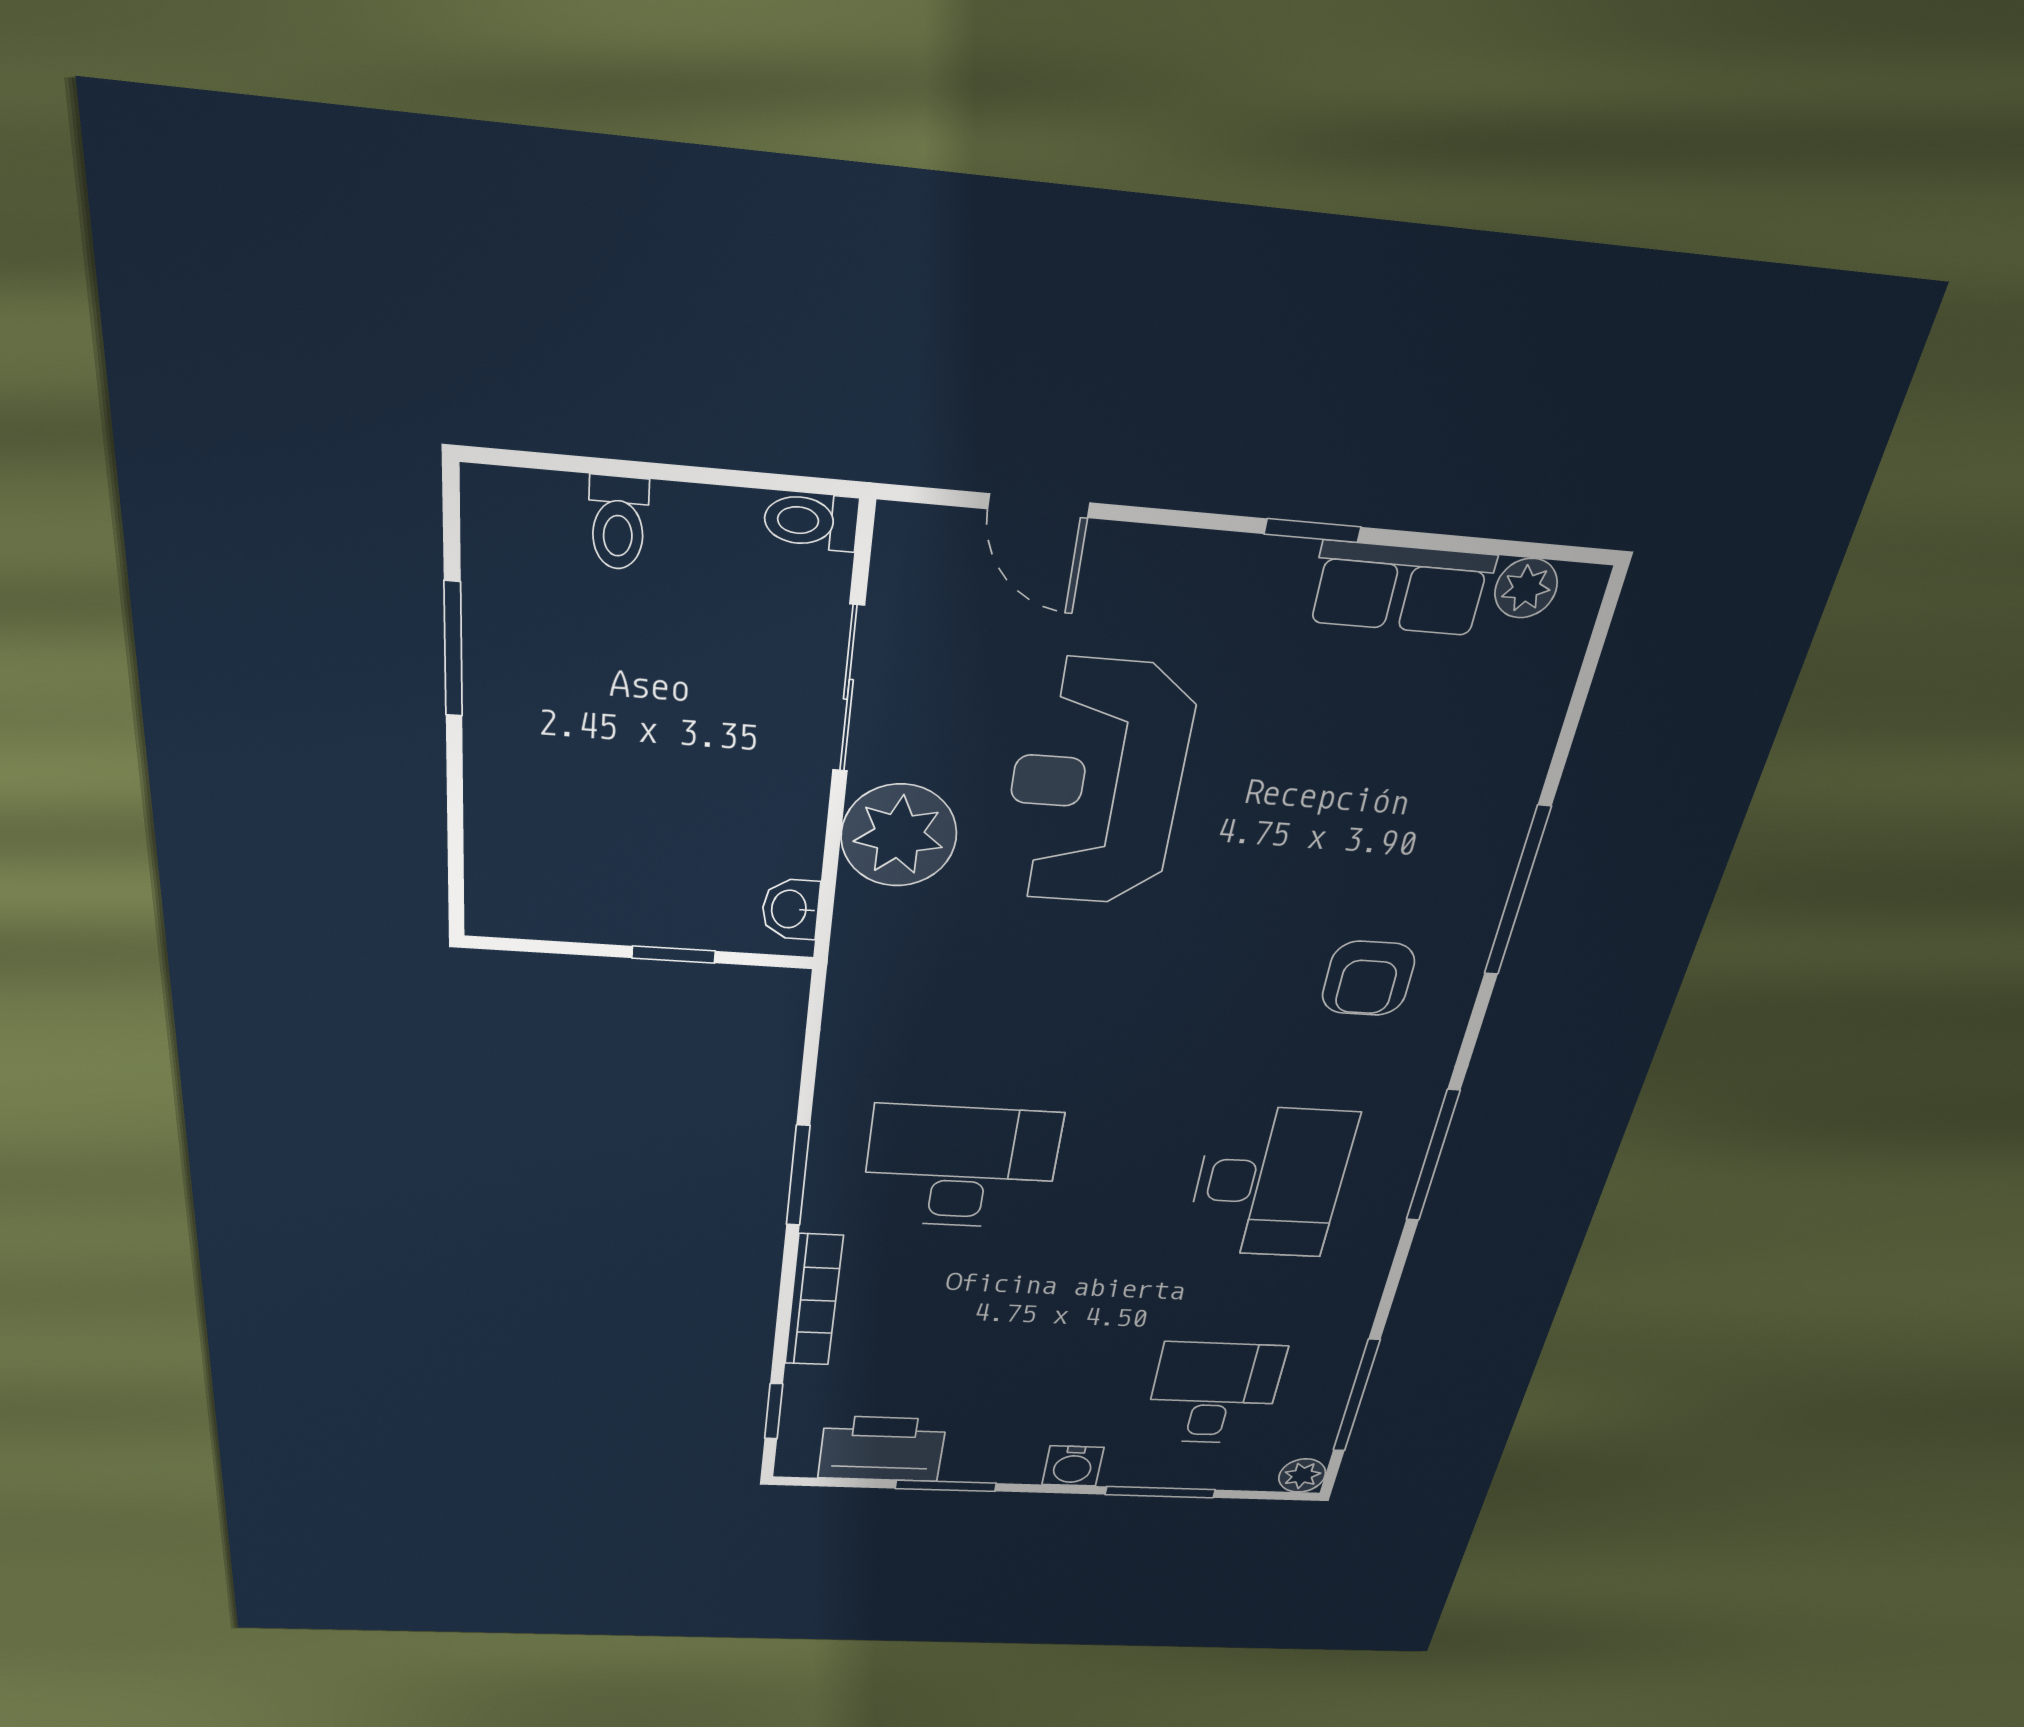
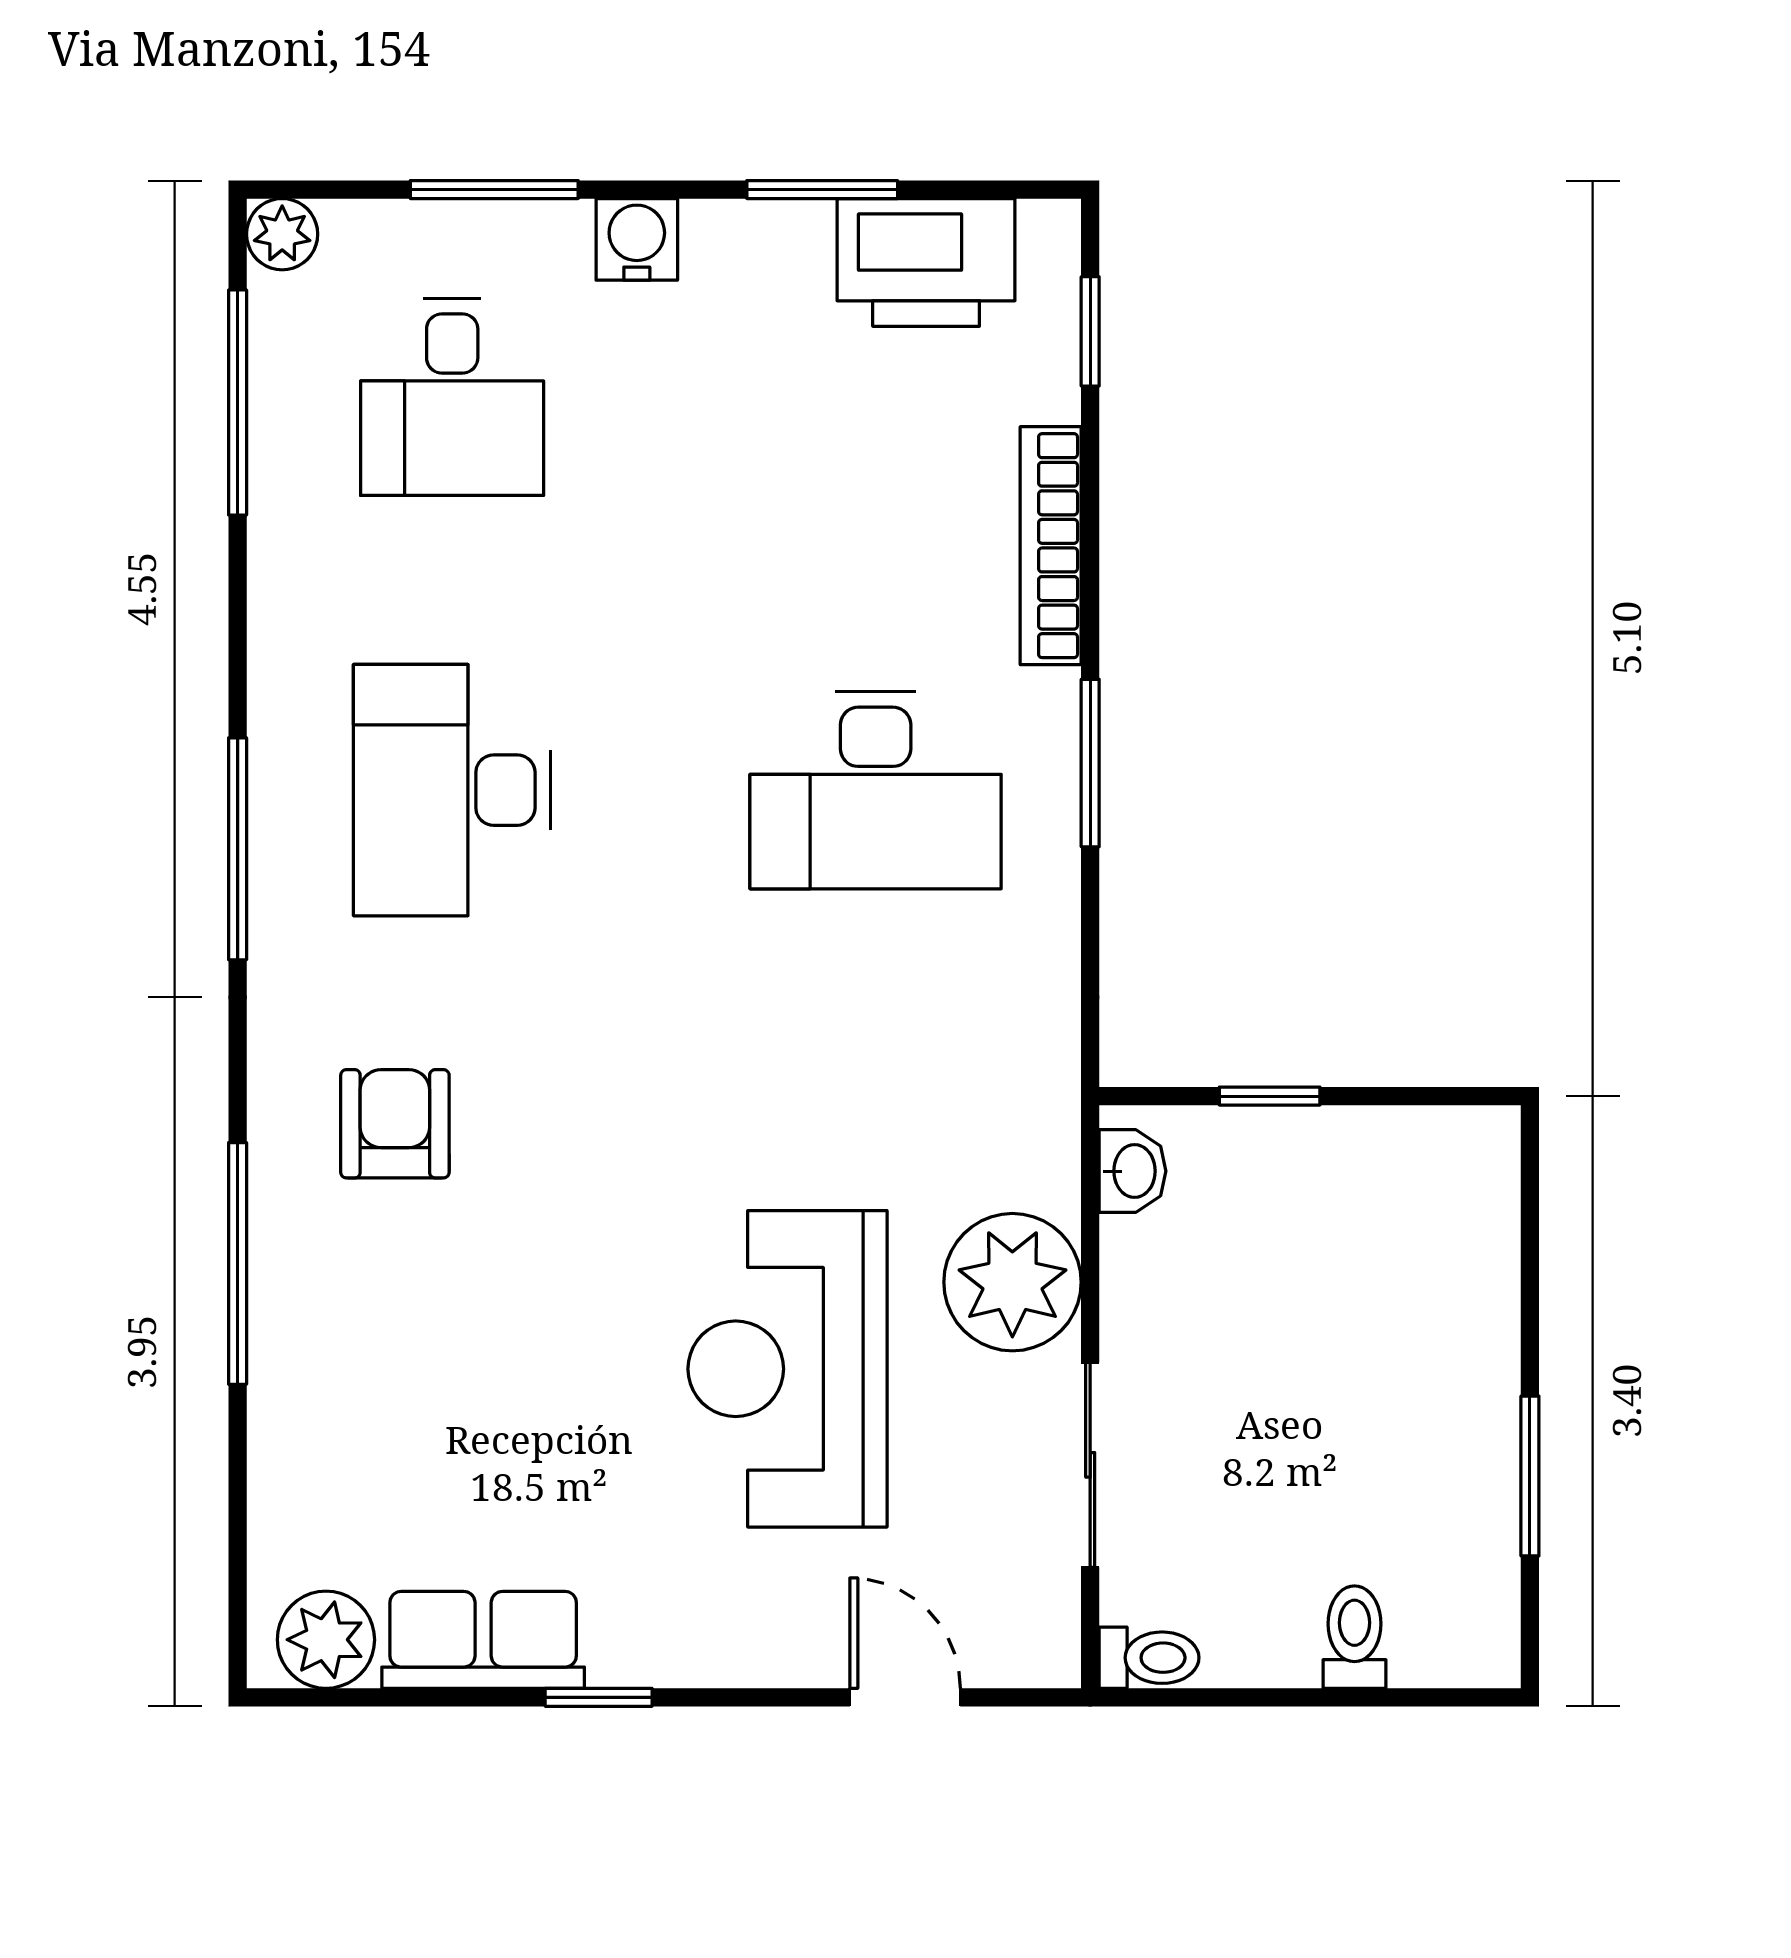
plant: (1526, 588) -> (326, 1640), width x1.38, depth x1.38
reception desk: (1096, 784) -> (787, 1369), turned 180

